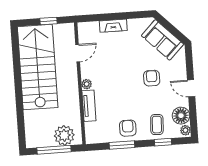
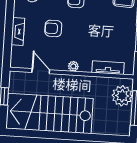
tv unit: (89, 106) -> (108, 68), moved
armchair: (128, 128) -> (53, 28), moved

